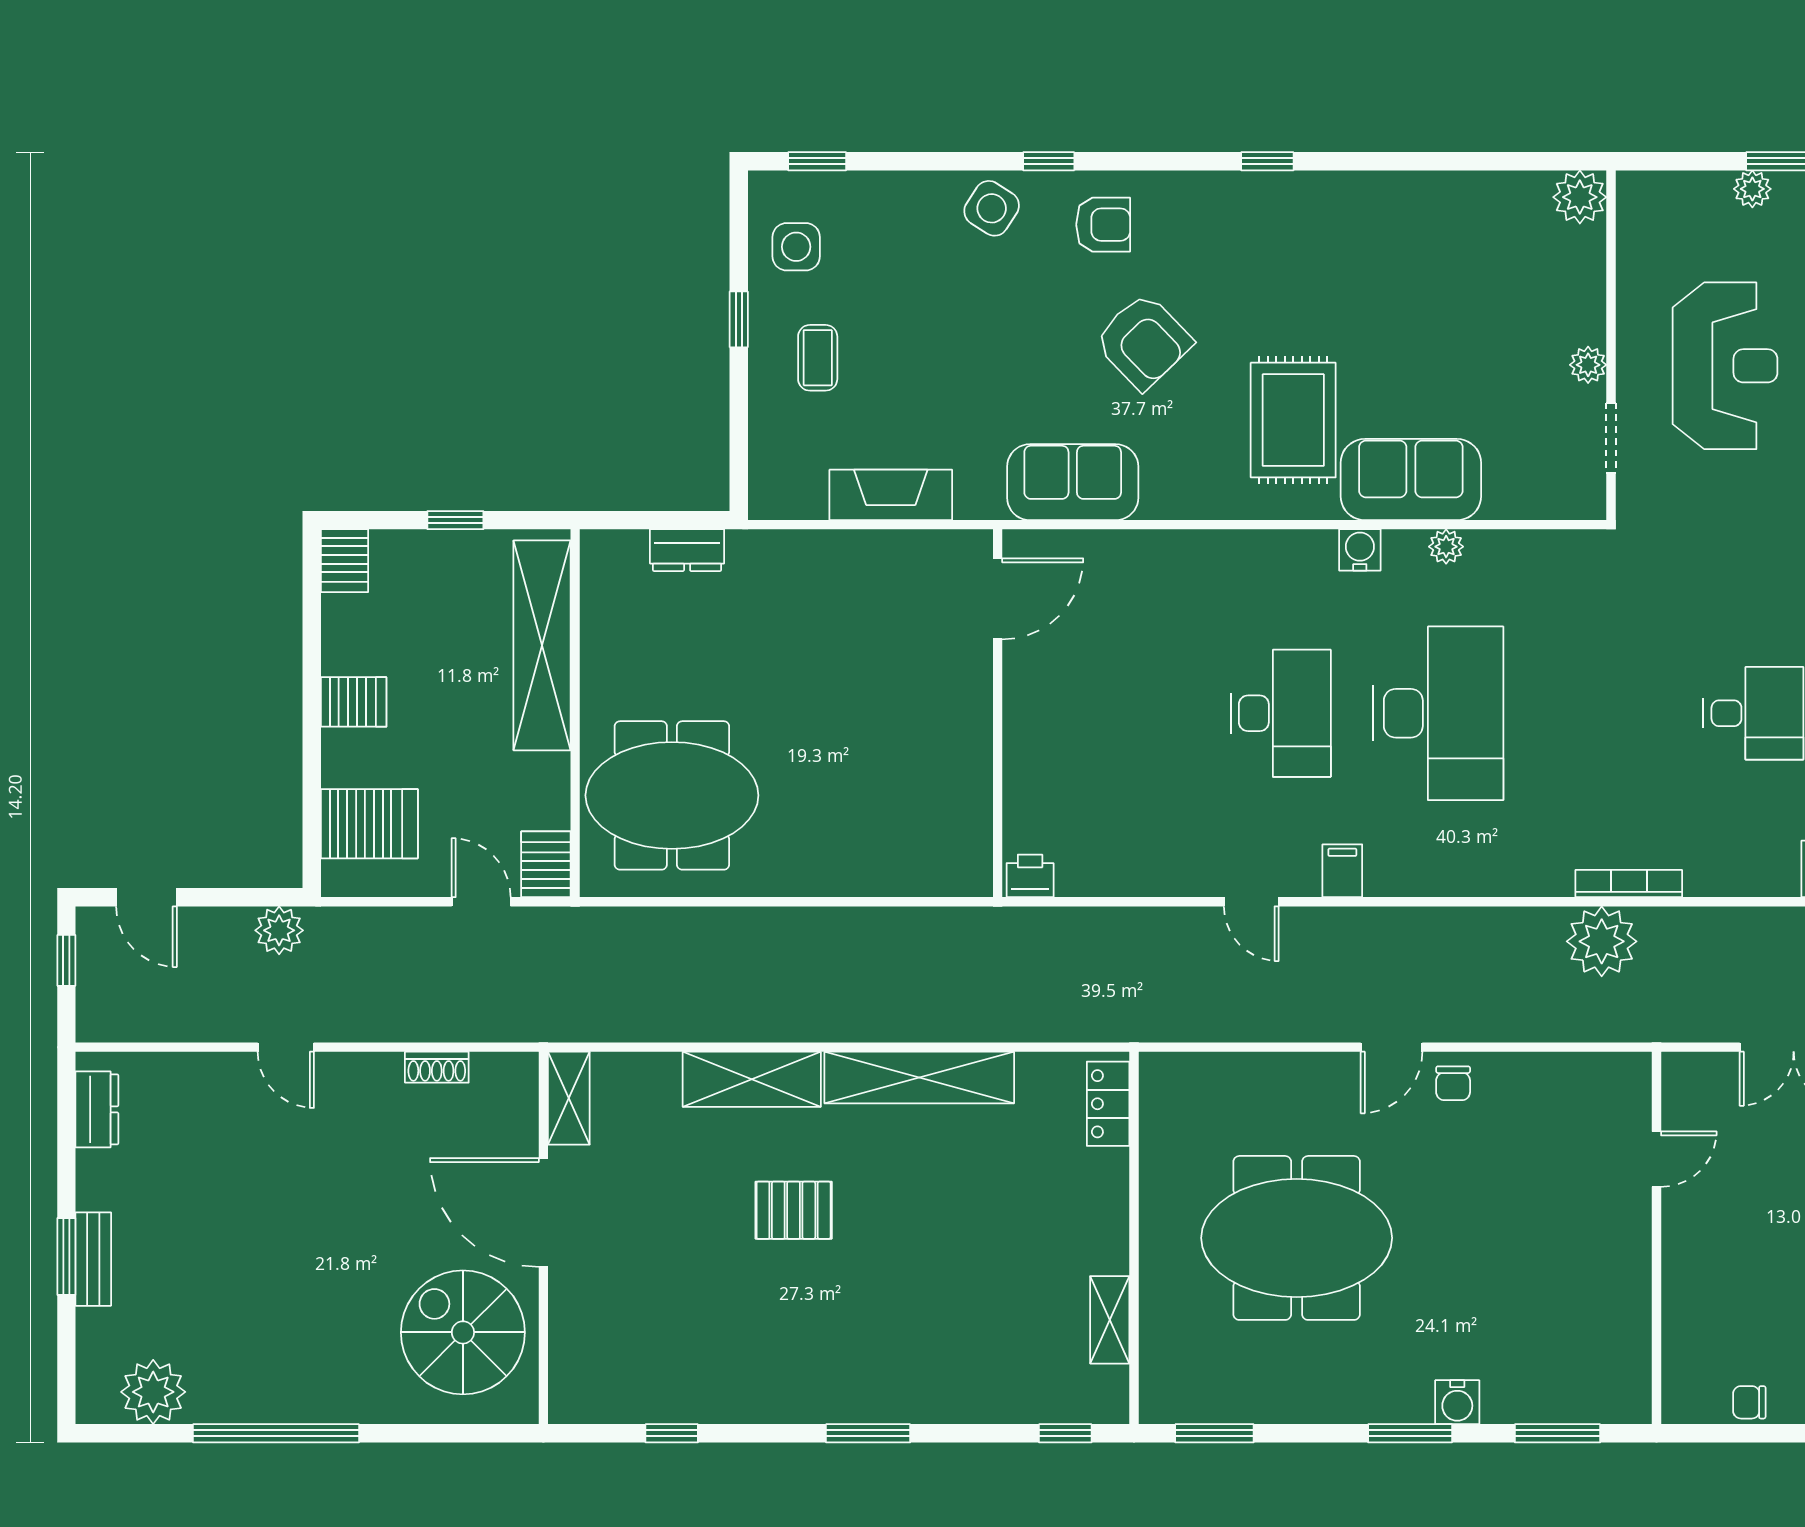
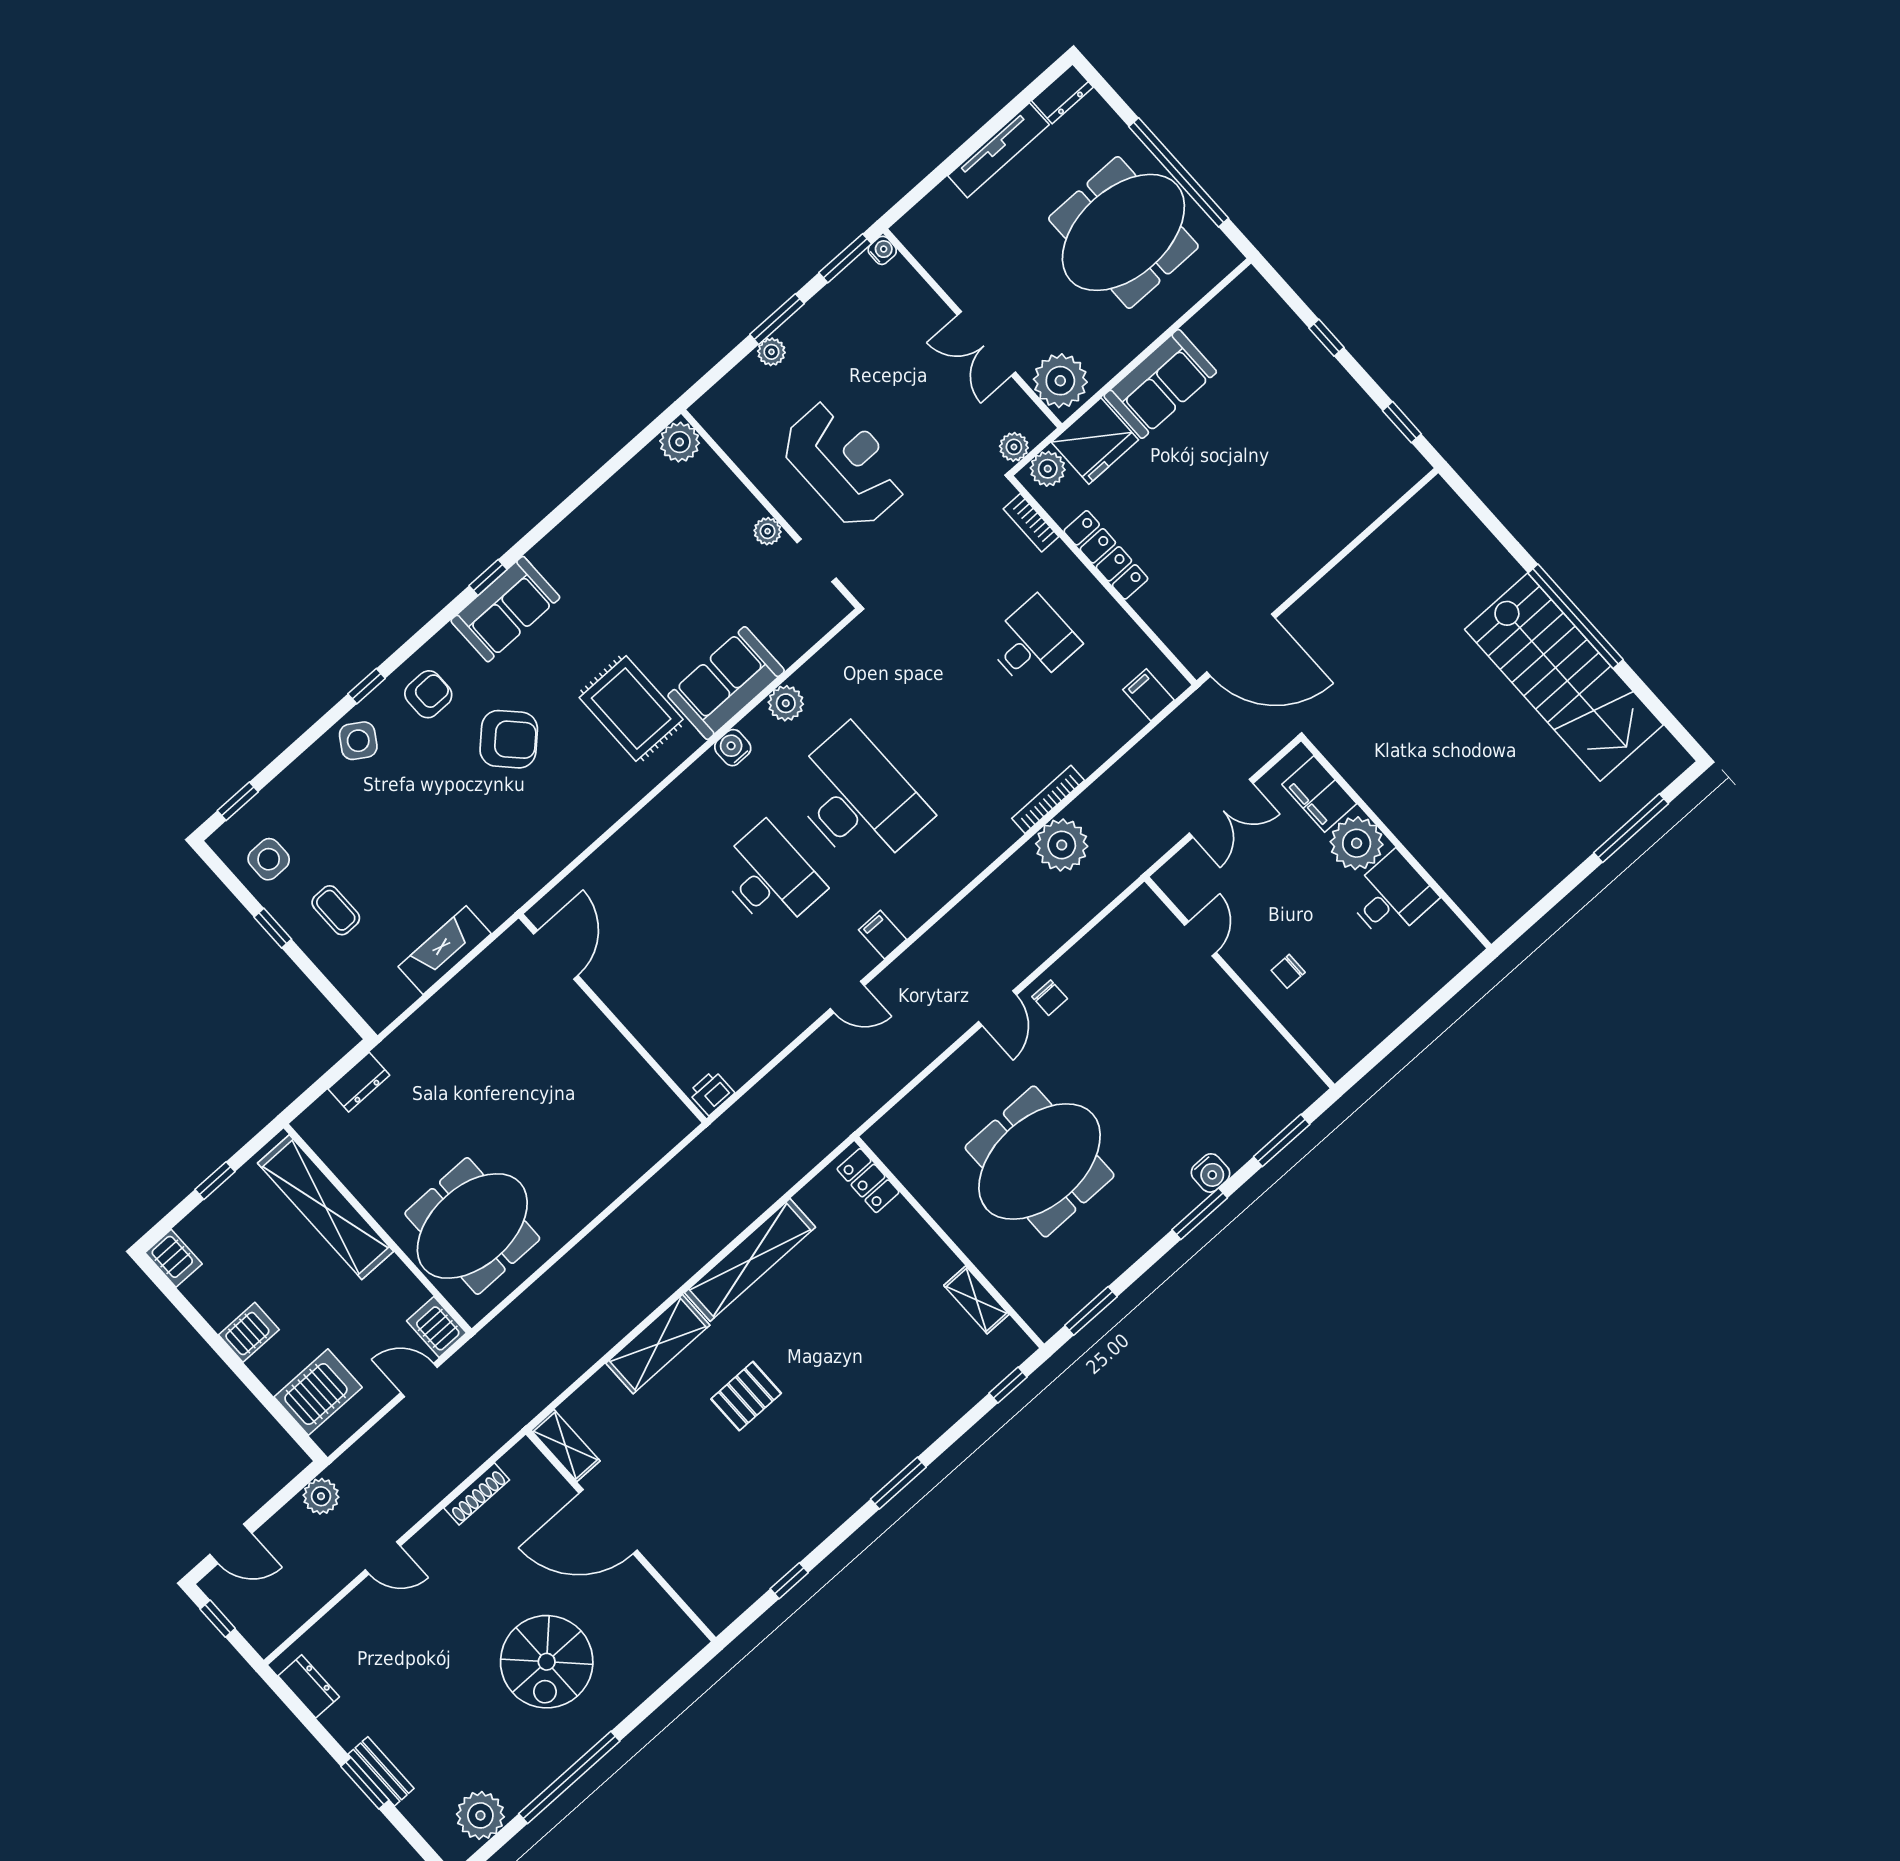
sofa: (1073, 482) -> (505, 609), moved, turned 180
plant: (1446, 547) -> (786, 703), width x1.38, depth x1.38
shoe rack: (437, 1067) -> (477, 1494), width x1.43
spiral stairs: (463, 1332) -> (547, 1662), moved, turned -90
chair: (1749, 1402) -> (1288, 971), moved

